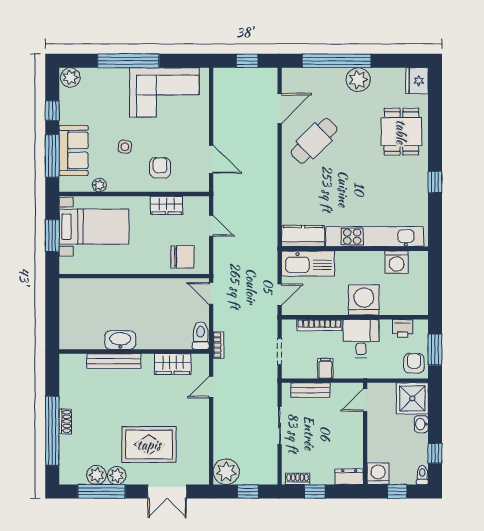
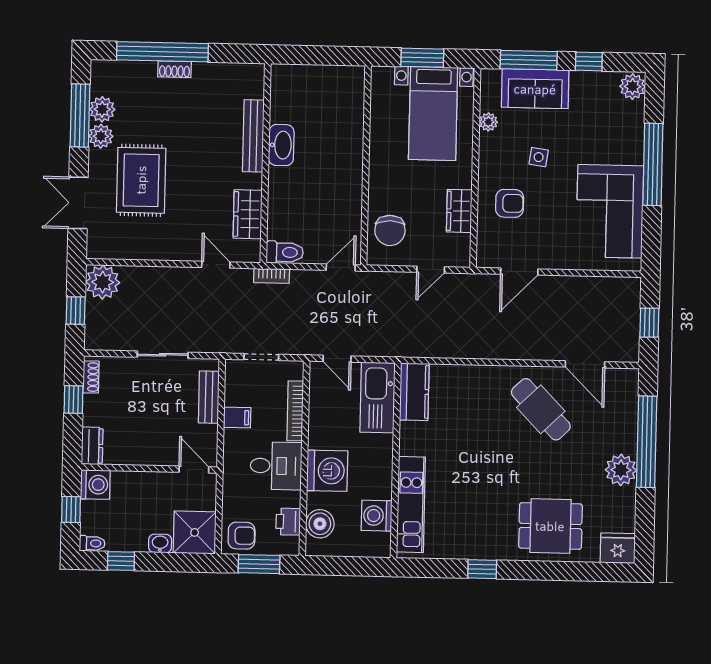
kitchen unit: (375, 237) -> (411, 505), width x0.73
boiler: (404, 305) -> (320, 524), added

